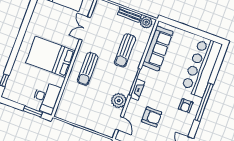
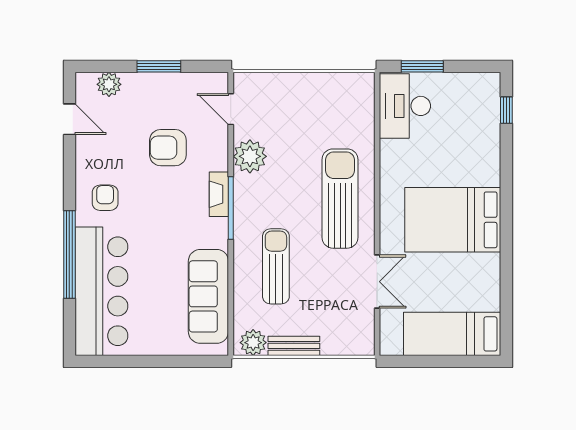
bed: (51, 57) -> (453, 220), moved, turned 180
sun lounger: (88, 69) -> (340, 199), width x1.36, depth x1.34
window: (204, 102) -> (69, 255), moved

